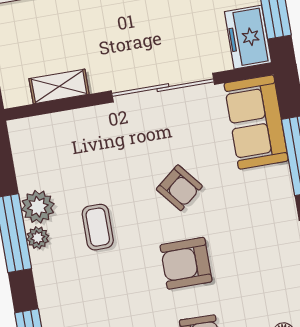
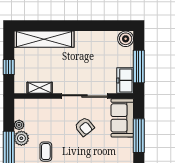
armchair: (179, 188) -> (85, 127), moved
plant: (38, 238) -> (19, 125), moved

